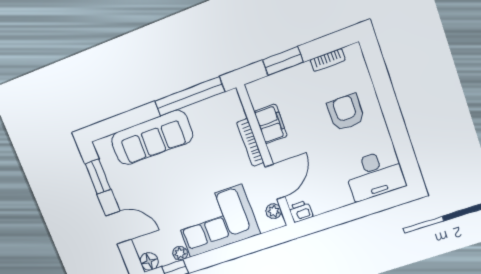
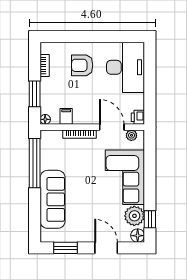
floor lamp: (253, 89) -> (45, 119), added
filing cabinet: (271, 124) -> (66, 116), width x0.50
desk: (375, 175) -> (126, 67), width x1.36, depth x1.30
door: (118, 228) -> (106, 248), hinge flipped
plant: (180, 253) -> (134, 216), width x1.88, depth x1.88

